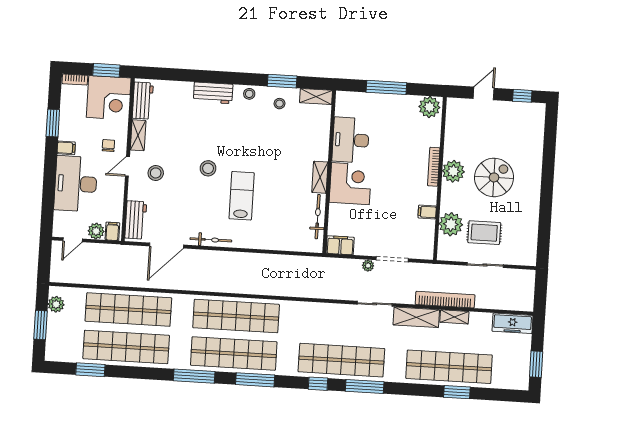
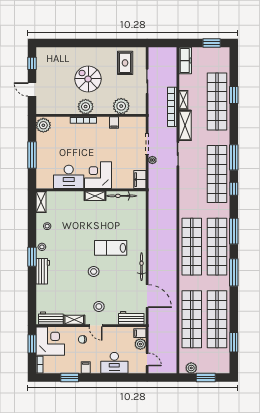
window: (282, 81) -> (32, 257), moved
desk: (76, 184) -> (114, 363), width x0.73, depth x0.77
rug: (484, 233) -> (125, 63), moved

